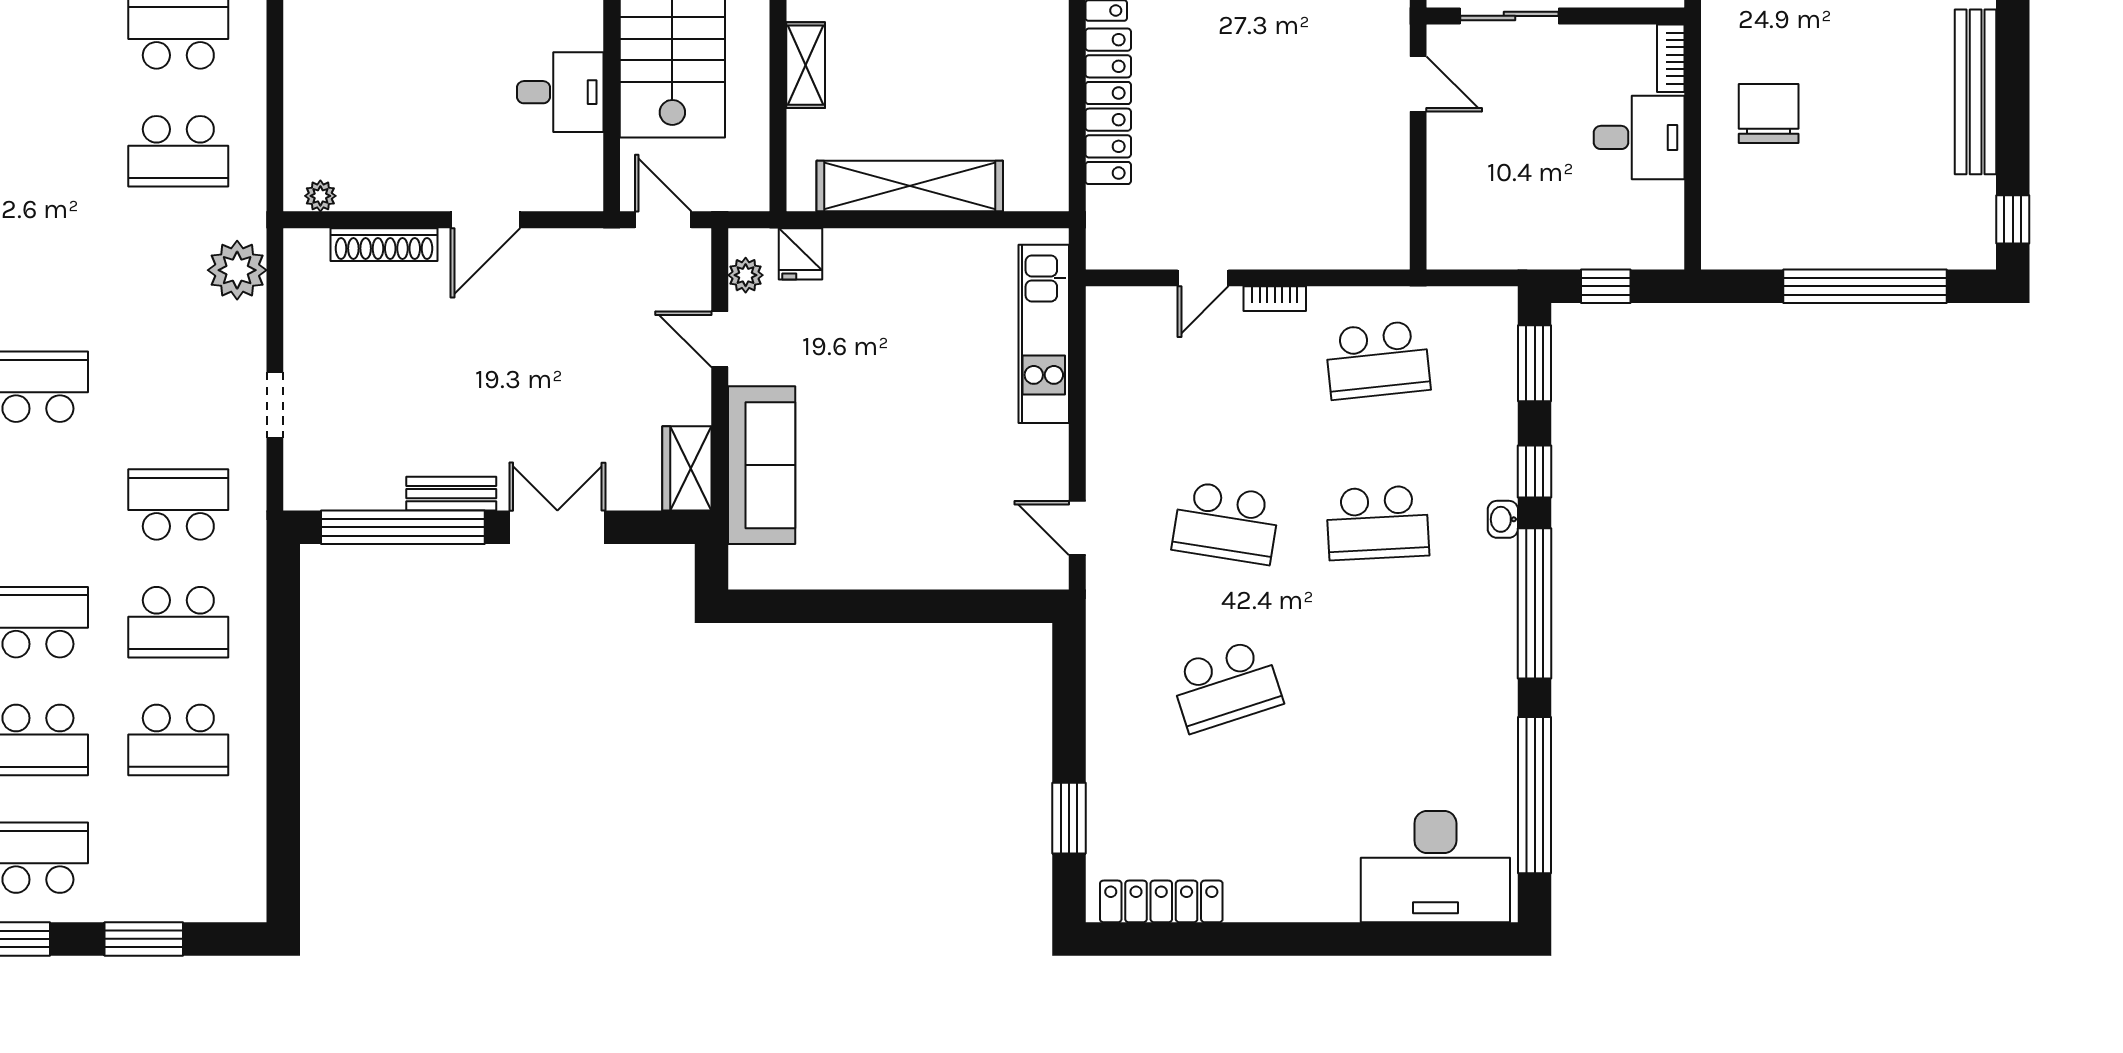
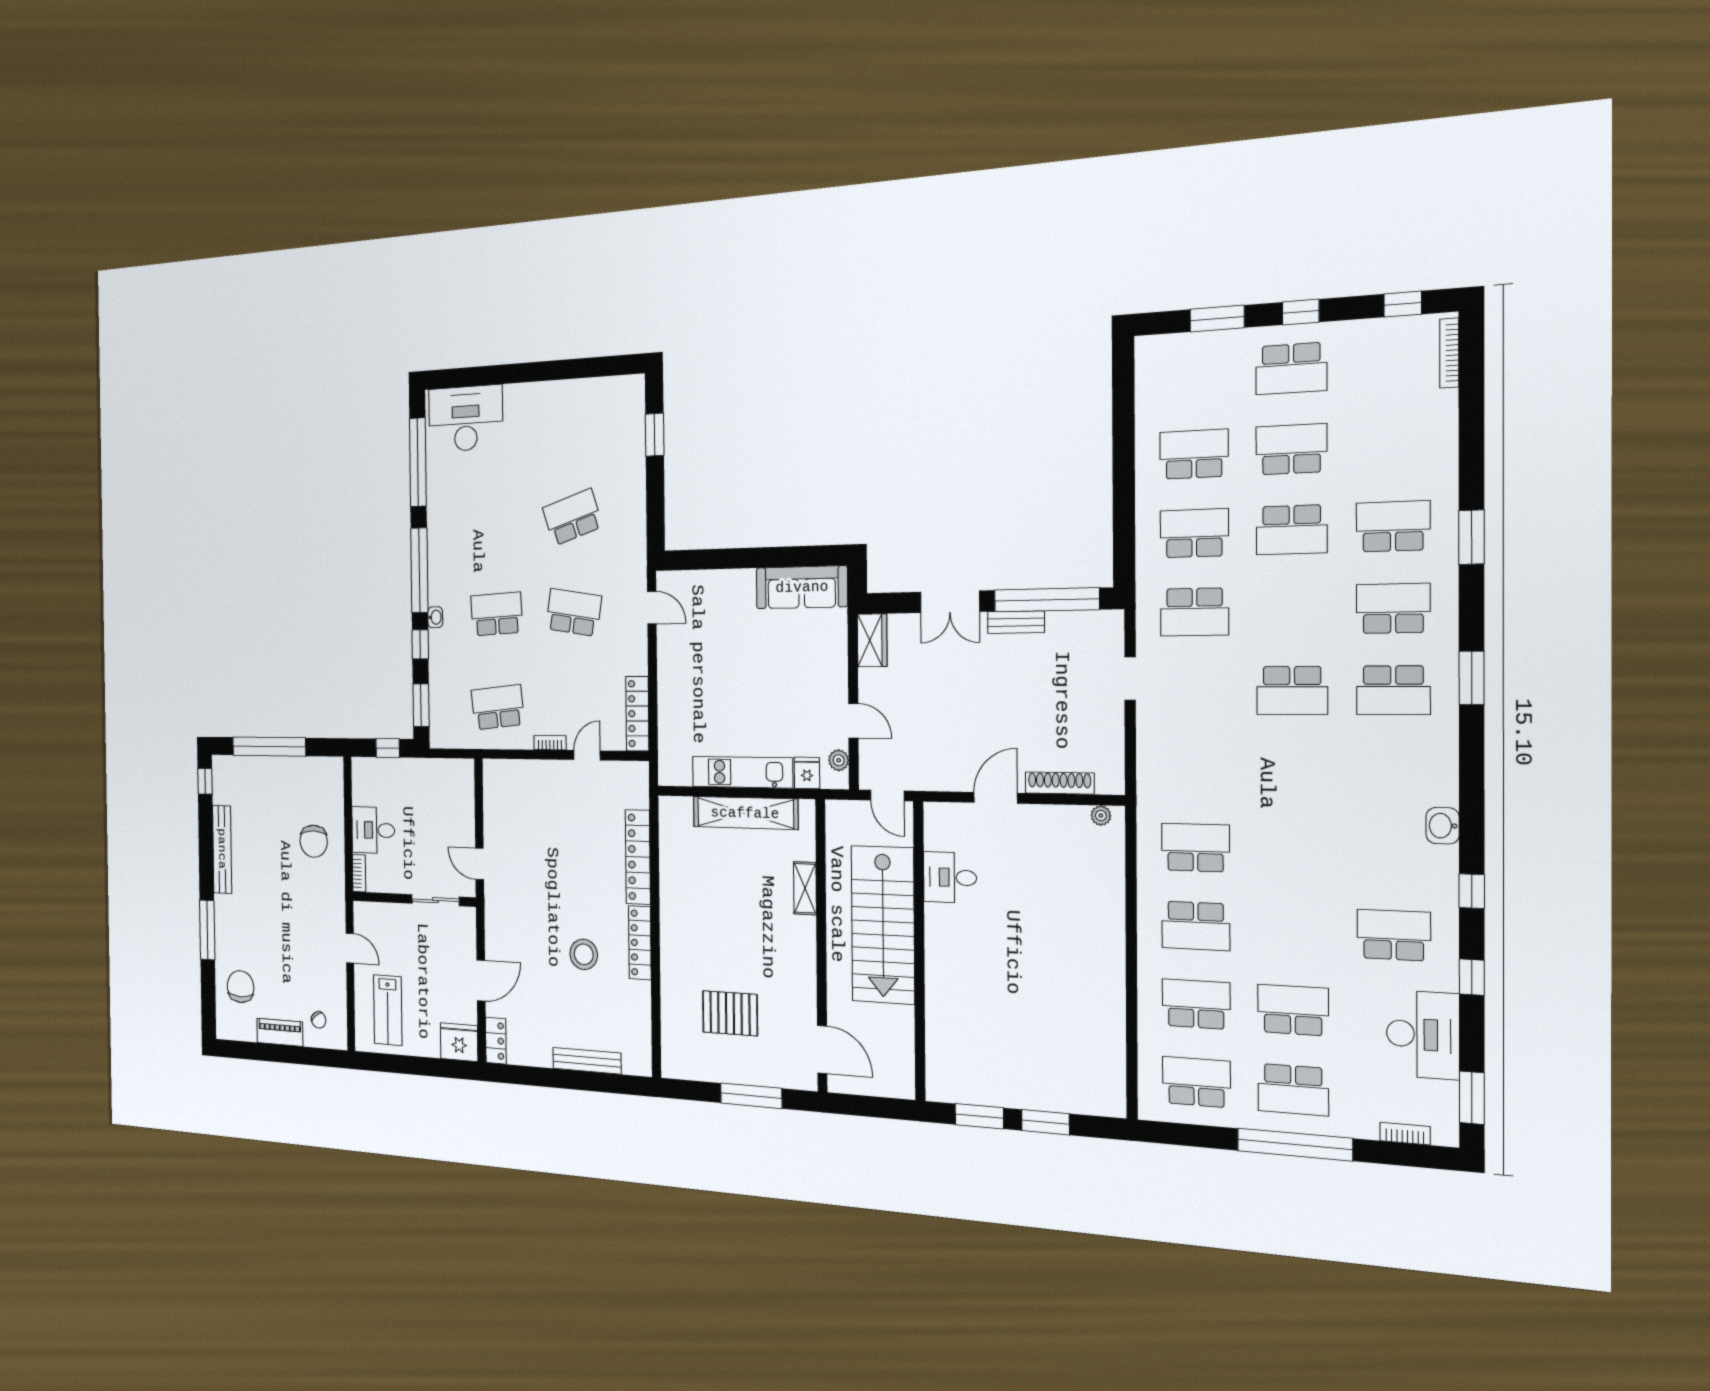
plant: (237, 270) -> (1156, 768), removed
kitchen unit: (1044, 334) -> (742, 772), moved, turned -90
sofa: (762, 465) -> (802, 587), moved, turned -90
locker: (1161, 901) -> (637, 714), moved, turned 90

